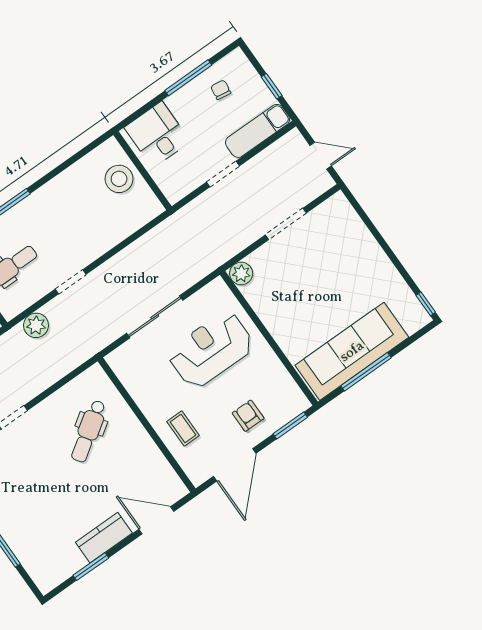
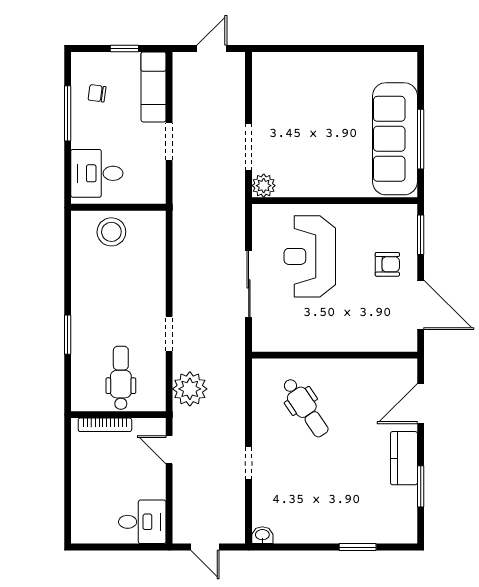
doorway: (286, 224) -> (249, 147), moved
window: (426, 304) -> (399, 48), removed
plant: (36, 325) -> (190, 389), width x1.36, depth x1.36
armchair: (248, 416) -> (387, 264), turned 180
coffee table: (183, 429) -> (359, 327), removed

